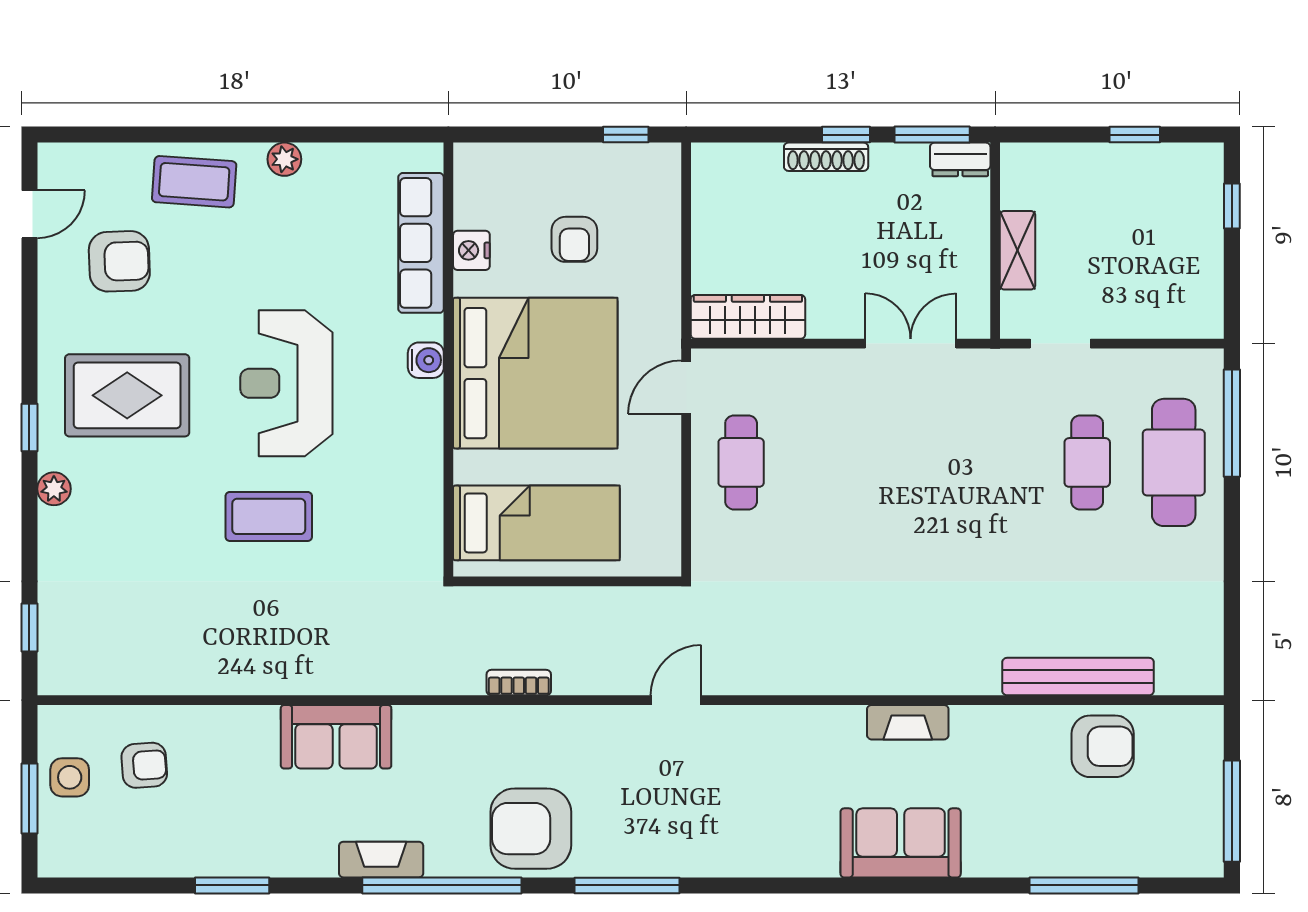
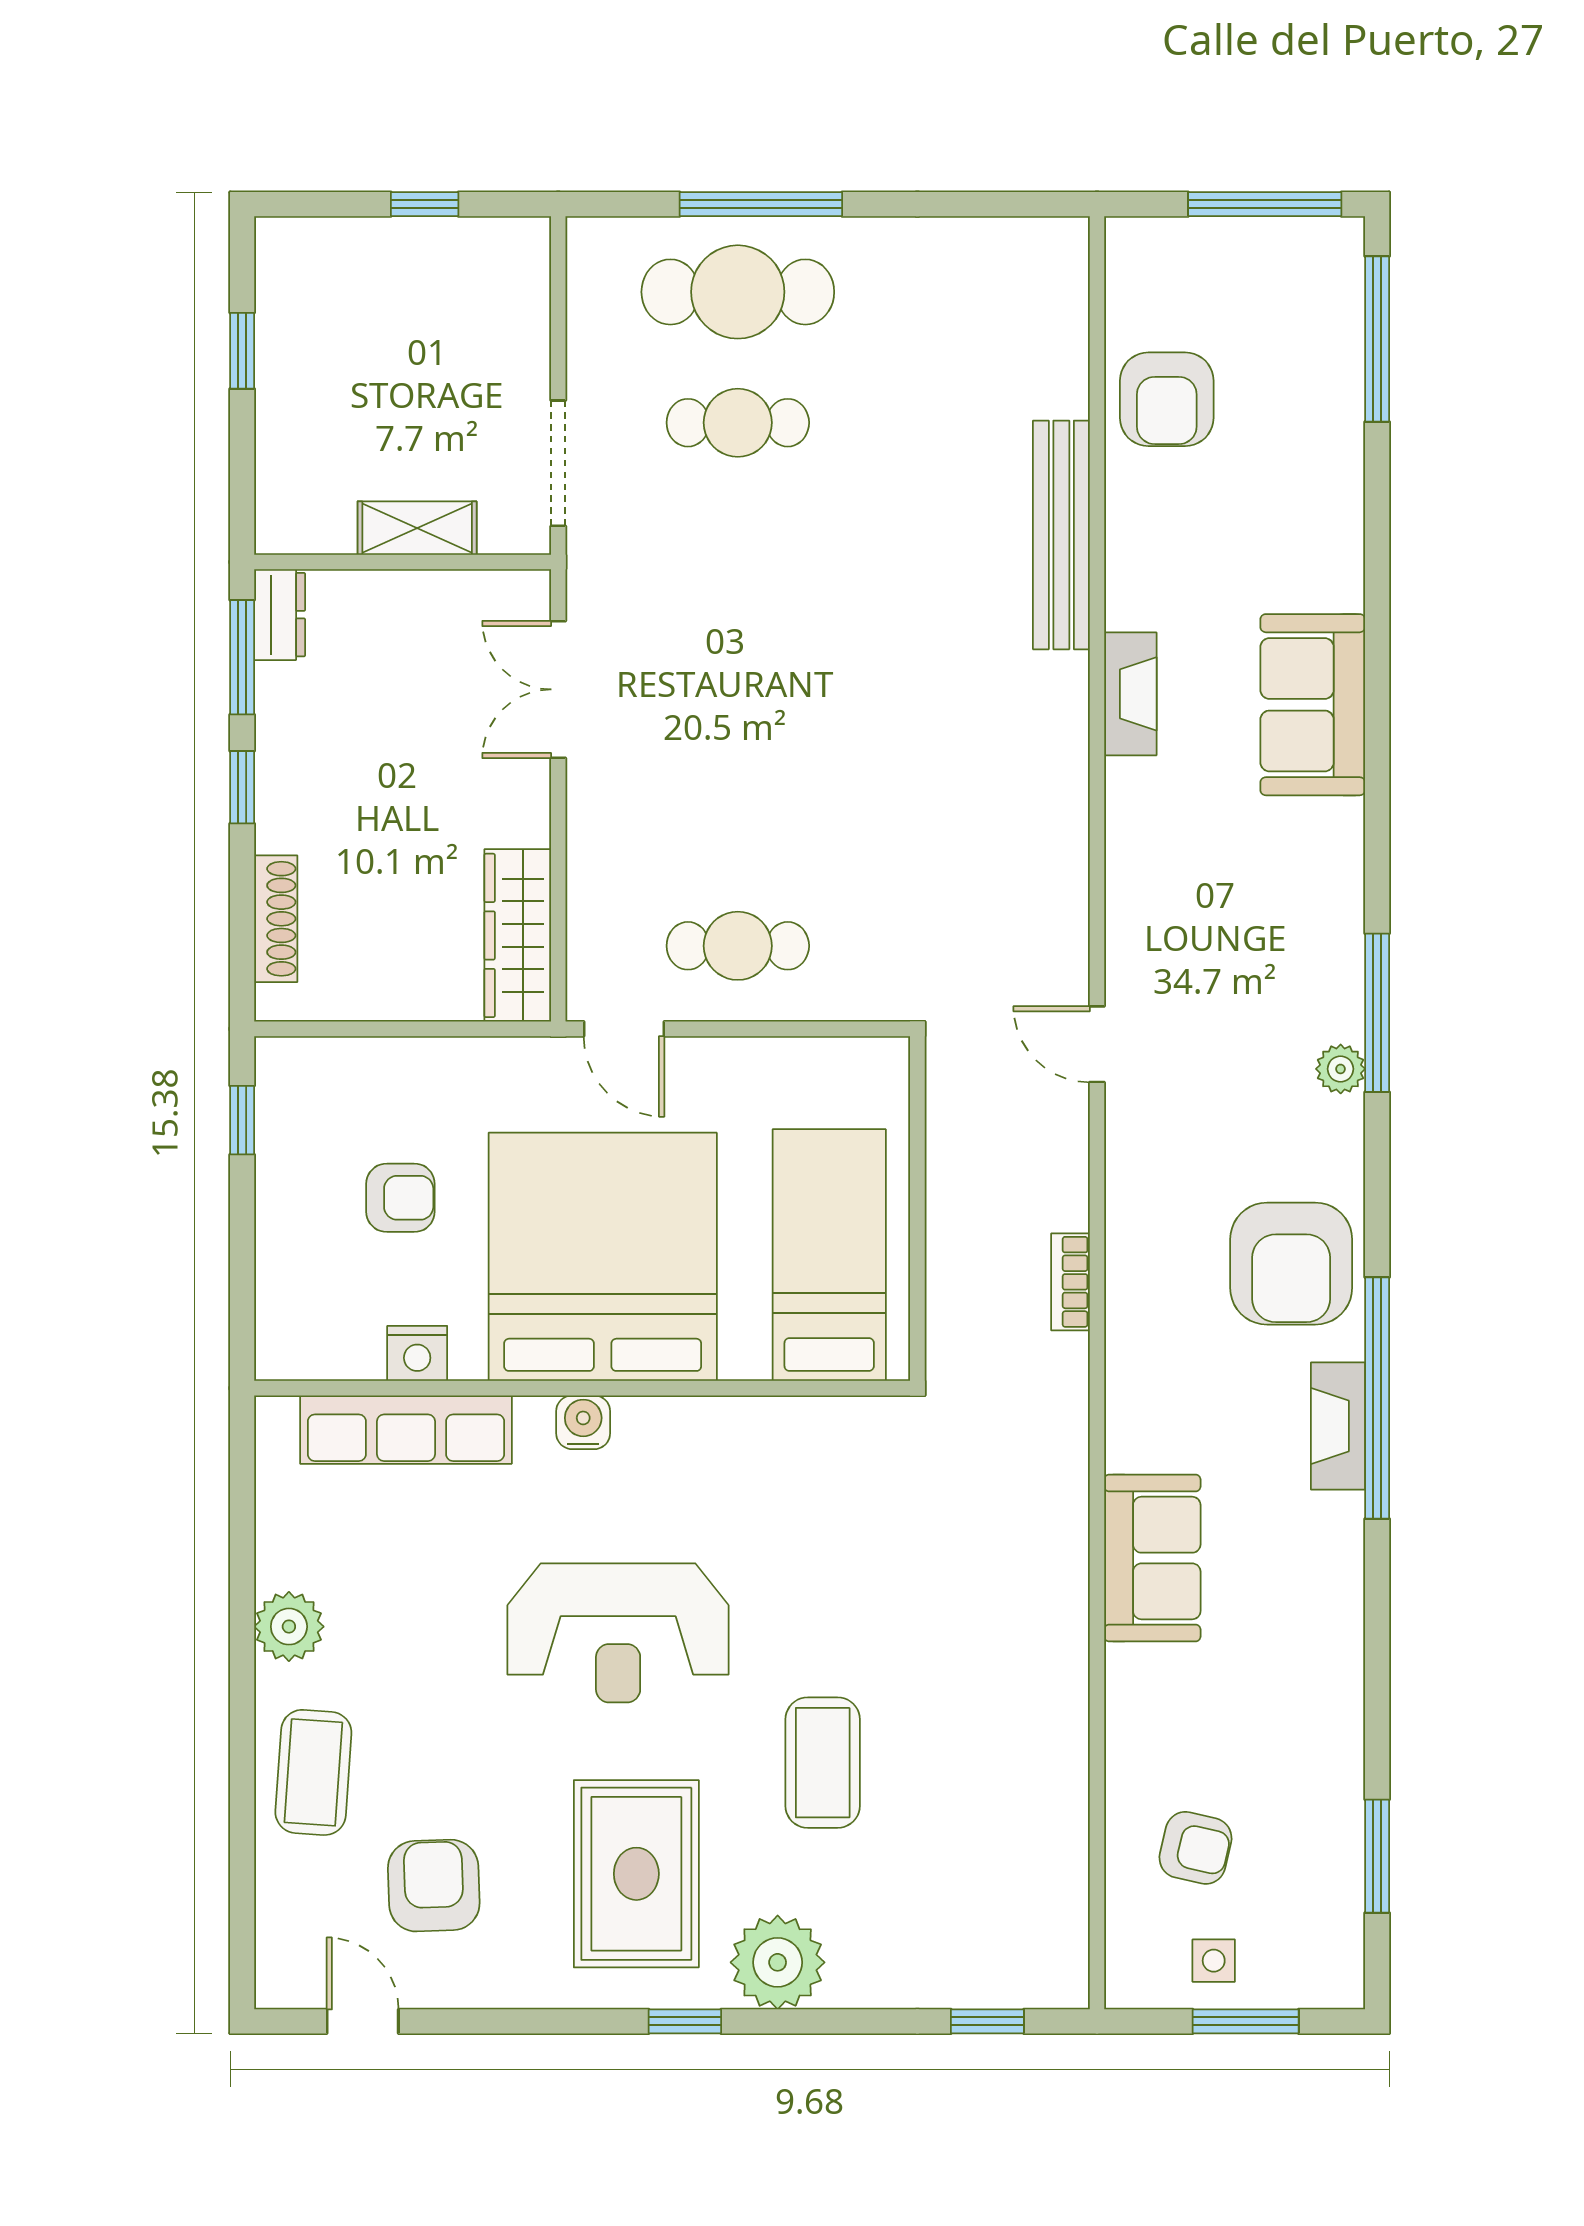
shoe rack: (826, 157) -> (276, 919), moved
plant: (284, 159) -> (289, 1627), width x1.38, depth x1.38
window: (1232, 206) -> (425, 204), moved
doorway: (1060, 344) -> (558, 463), width x1.38
window: (1232, 423) -> (761, 204), moved
plant: (54, 489) -> (778, 1962), width x1.88, depth x1.88
coffee table: (269, 516) -> (823, 1763), moved
bench: (1078, 677) -> (1061, 535), moved
armchair: (1103, 746) -> (1167, 399), turned 180
armchair: (144, 765) -> (1196, 1848), turned 107
side table: (70, 777) -> (1214, 1961), width x0.73, depth x0.73
fireplace: (381, 860) -> (1338, 1426), moved
plant: (660, 861) -> (1341, 1069), added
window: (232, 885) -> (1377, 1856), moved
window: (627, 885) -> (1377, 1013), moved
window: (1084, 885) -> (1377, 339), moved

